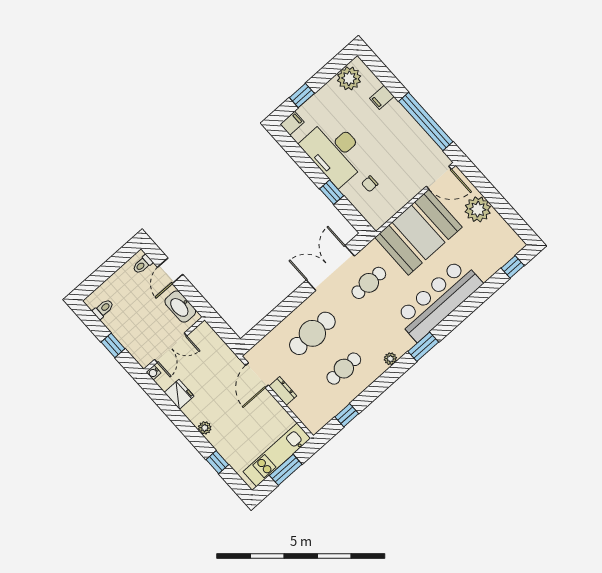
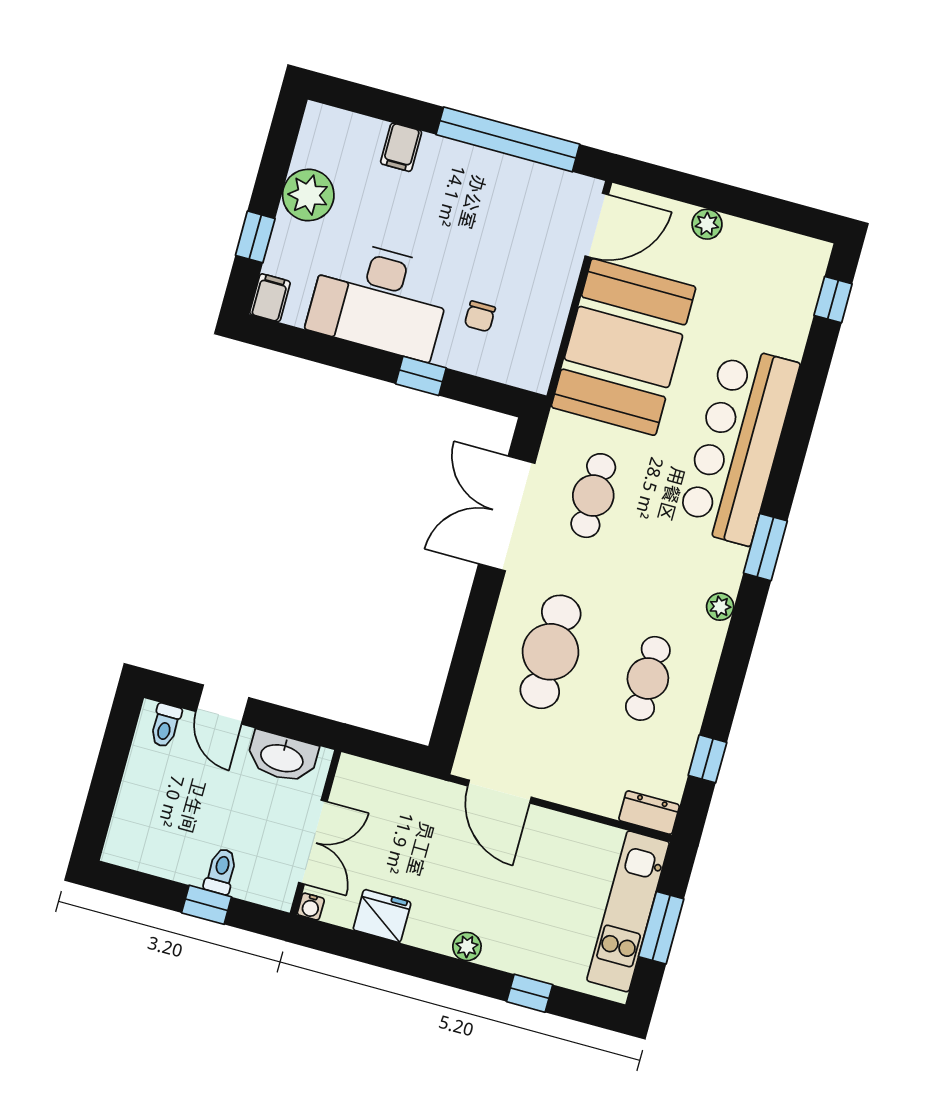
plant: (349, 78) -> (308, 195), moved
plant: (478, 209) -> (707, 224), width x0.53, depth x0.53
toilet: (103, 309) -> (221, 871), moved
dresser: (283, 391) -> (649, 813), moved

